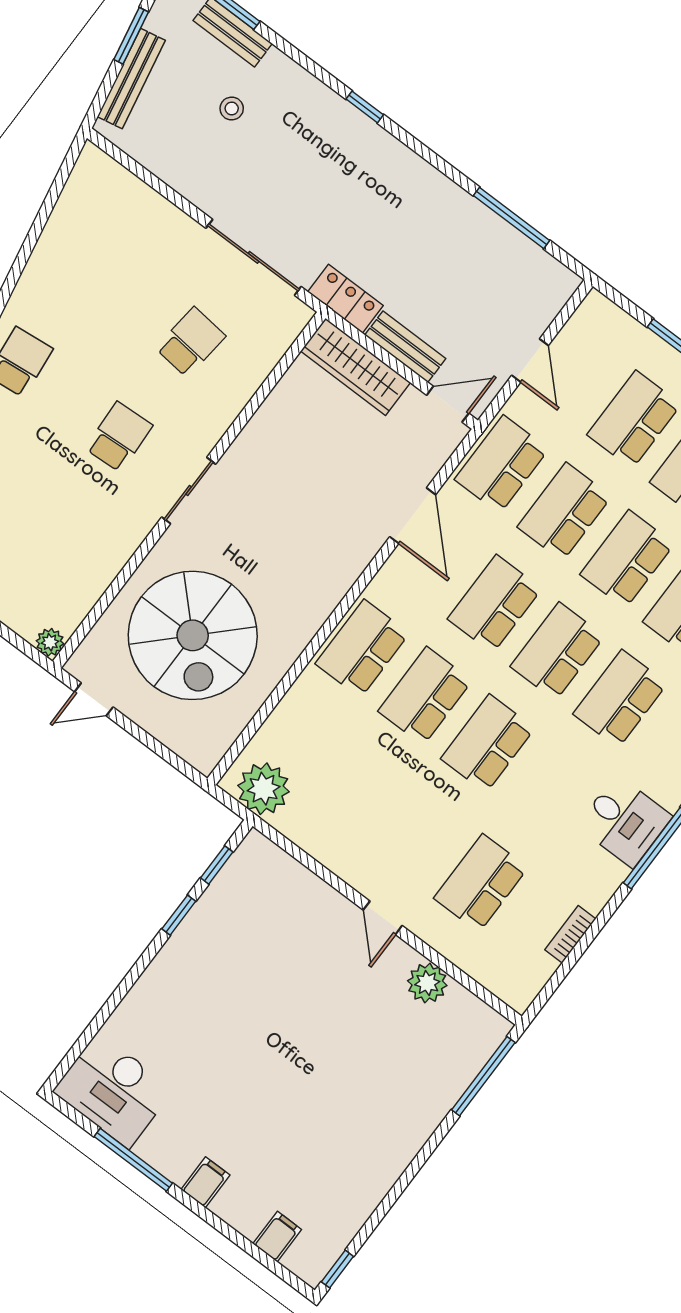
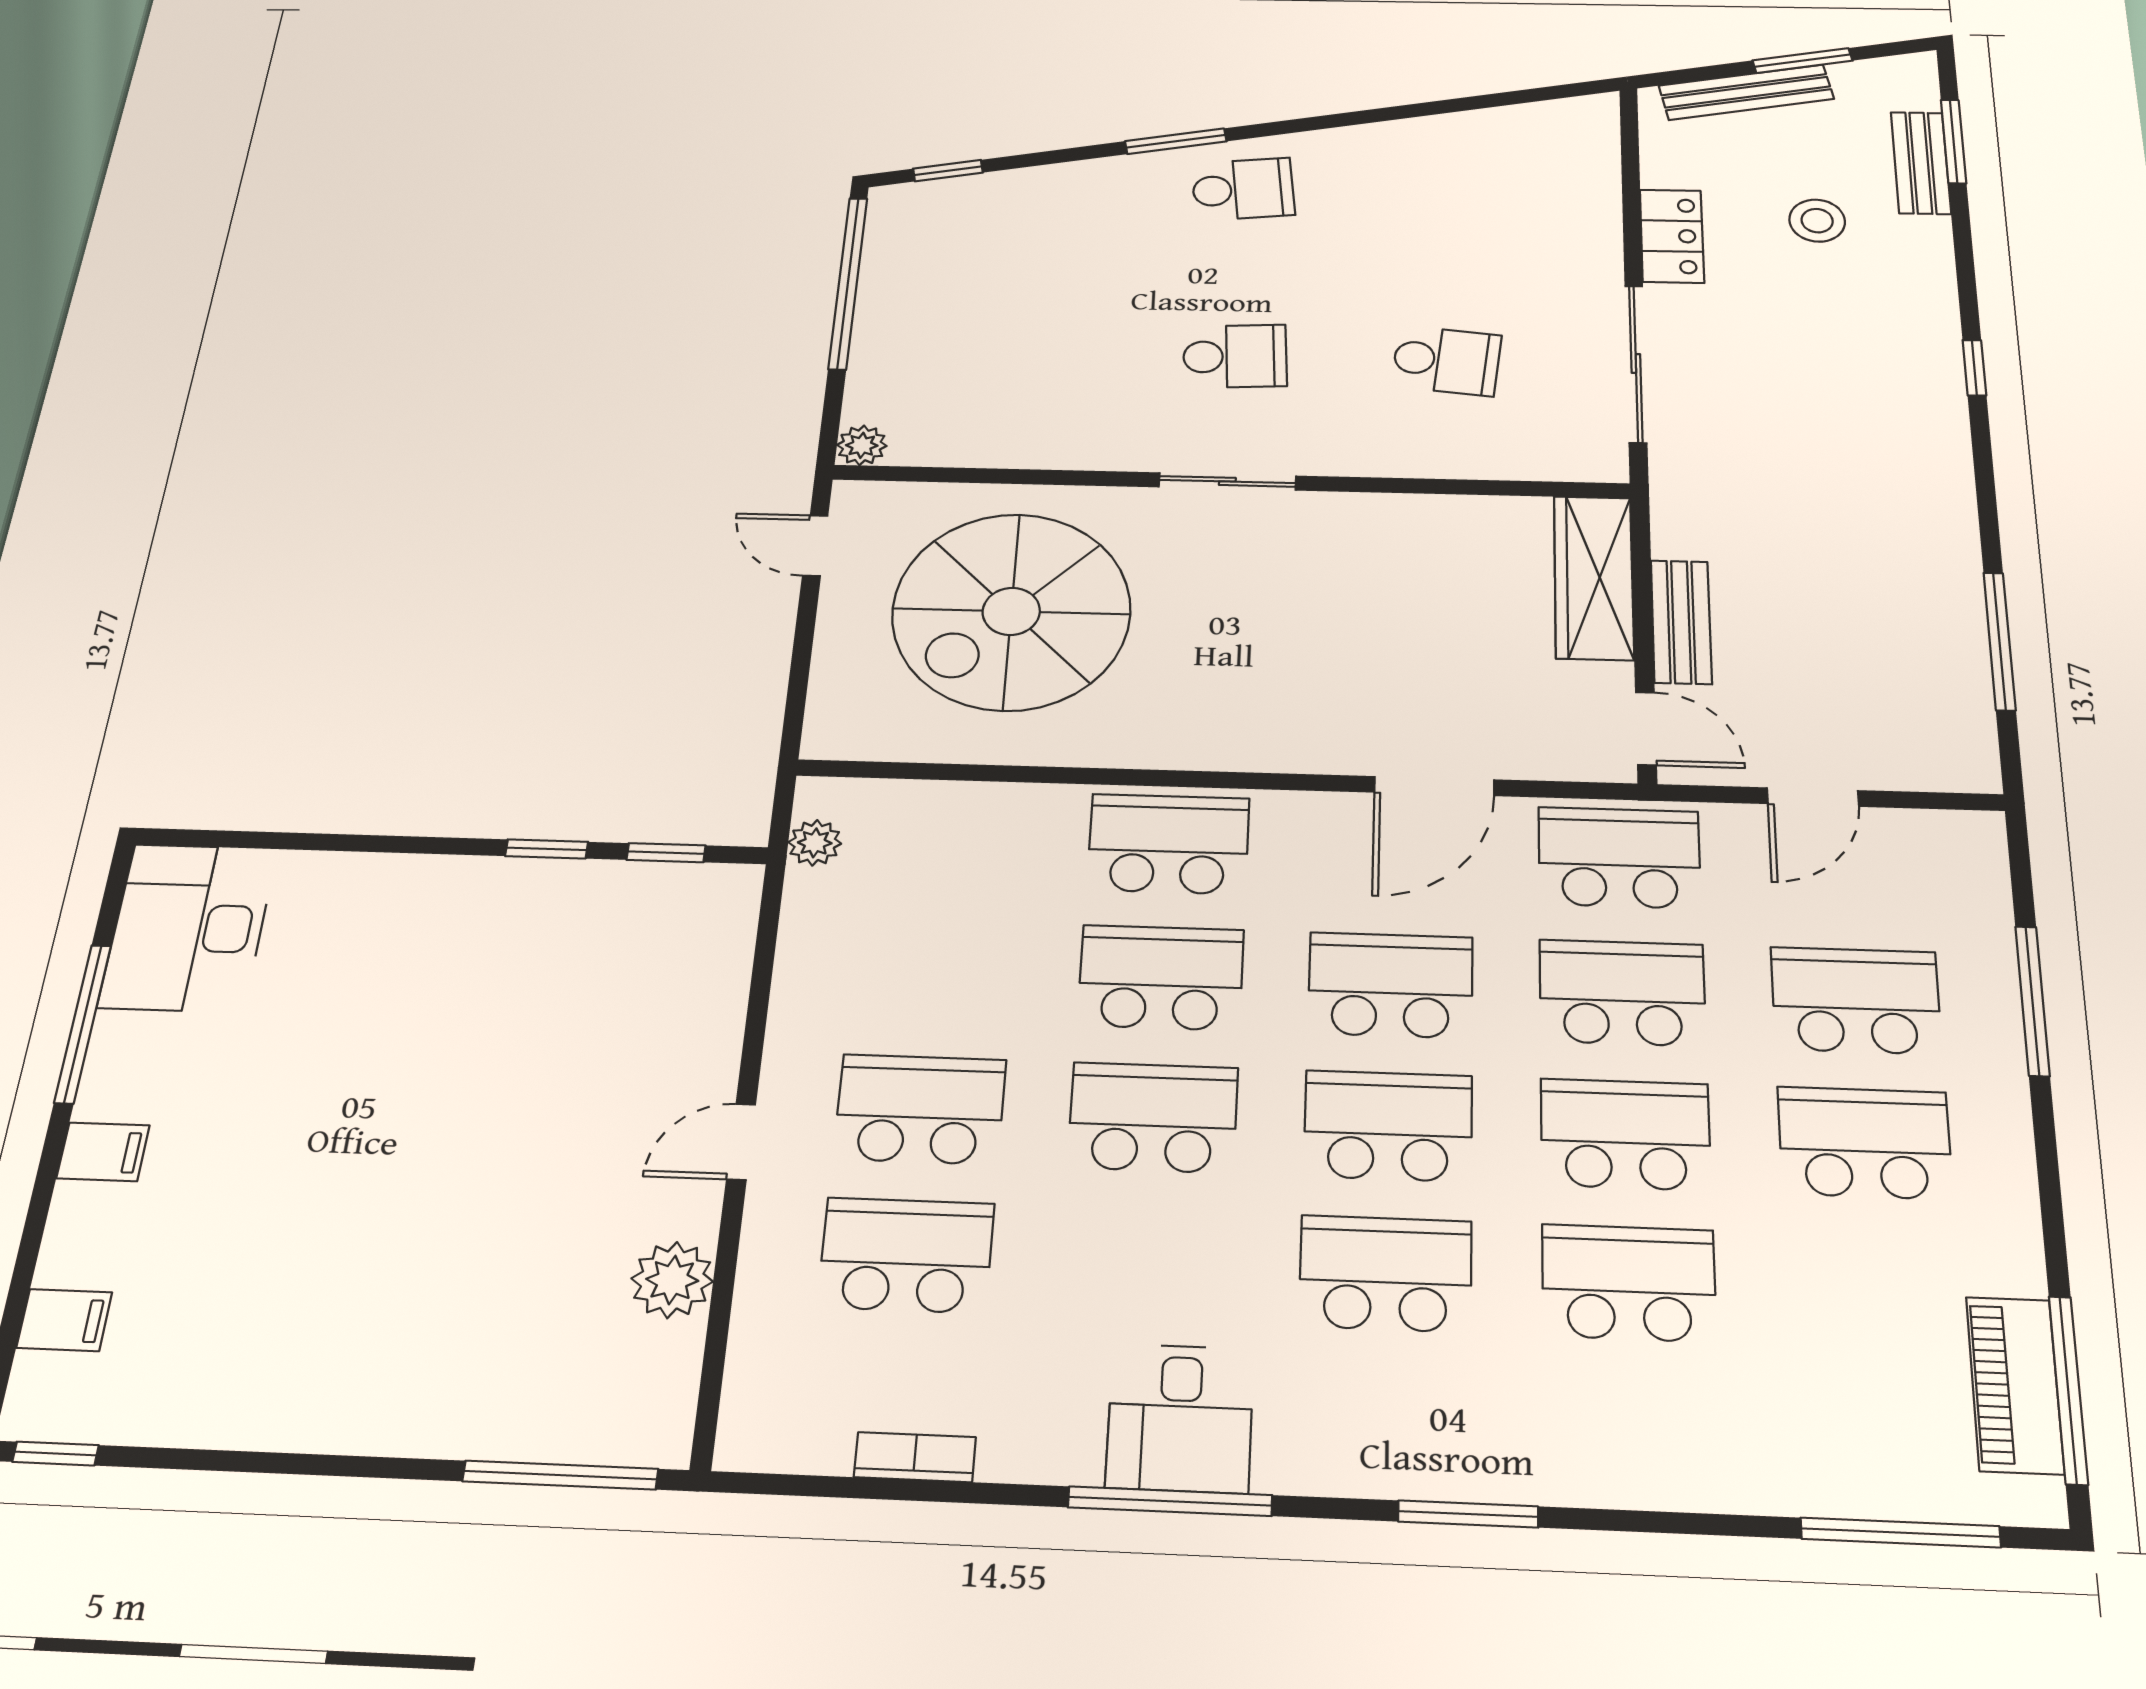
stool: (232, 109) -> (1817, 221), width x1.37, depth x1.37
locker: (345, 299) -> (1672, 236), moved
plant: (264, 789) -> (815, 843), width x0.53, depth x0.53
school desk: (418, 836) -> (920, 1109), added

